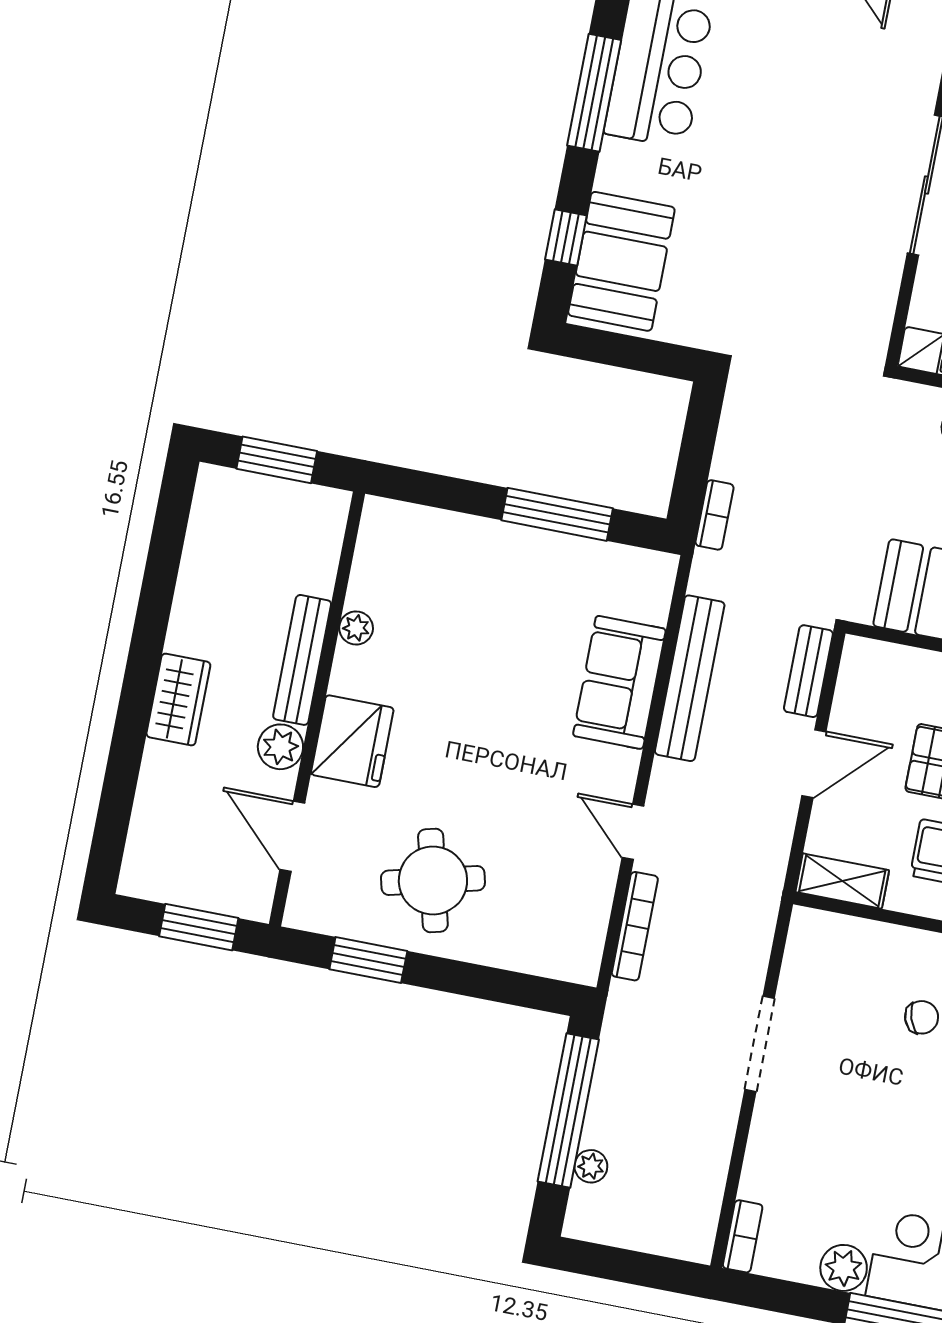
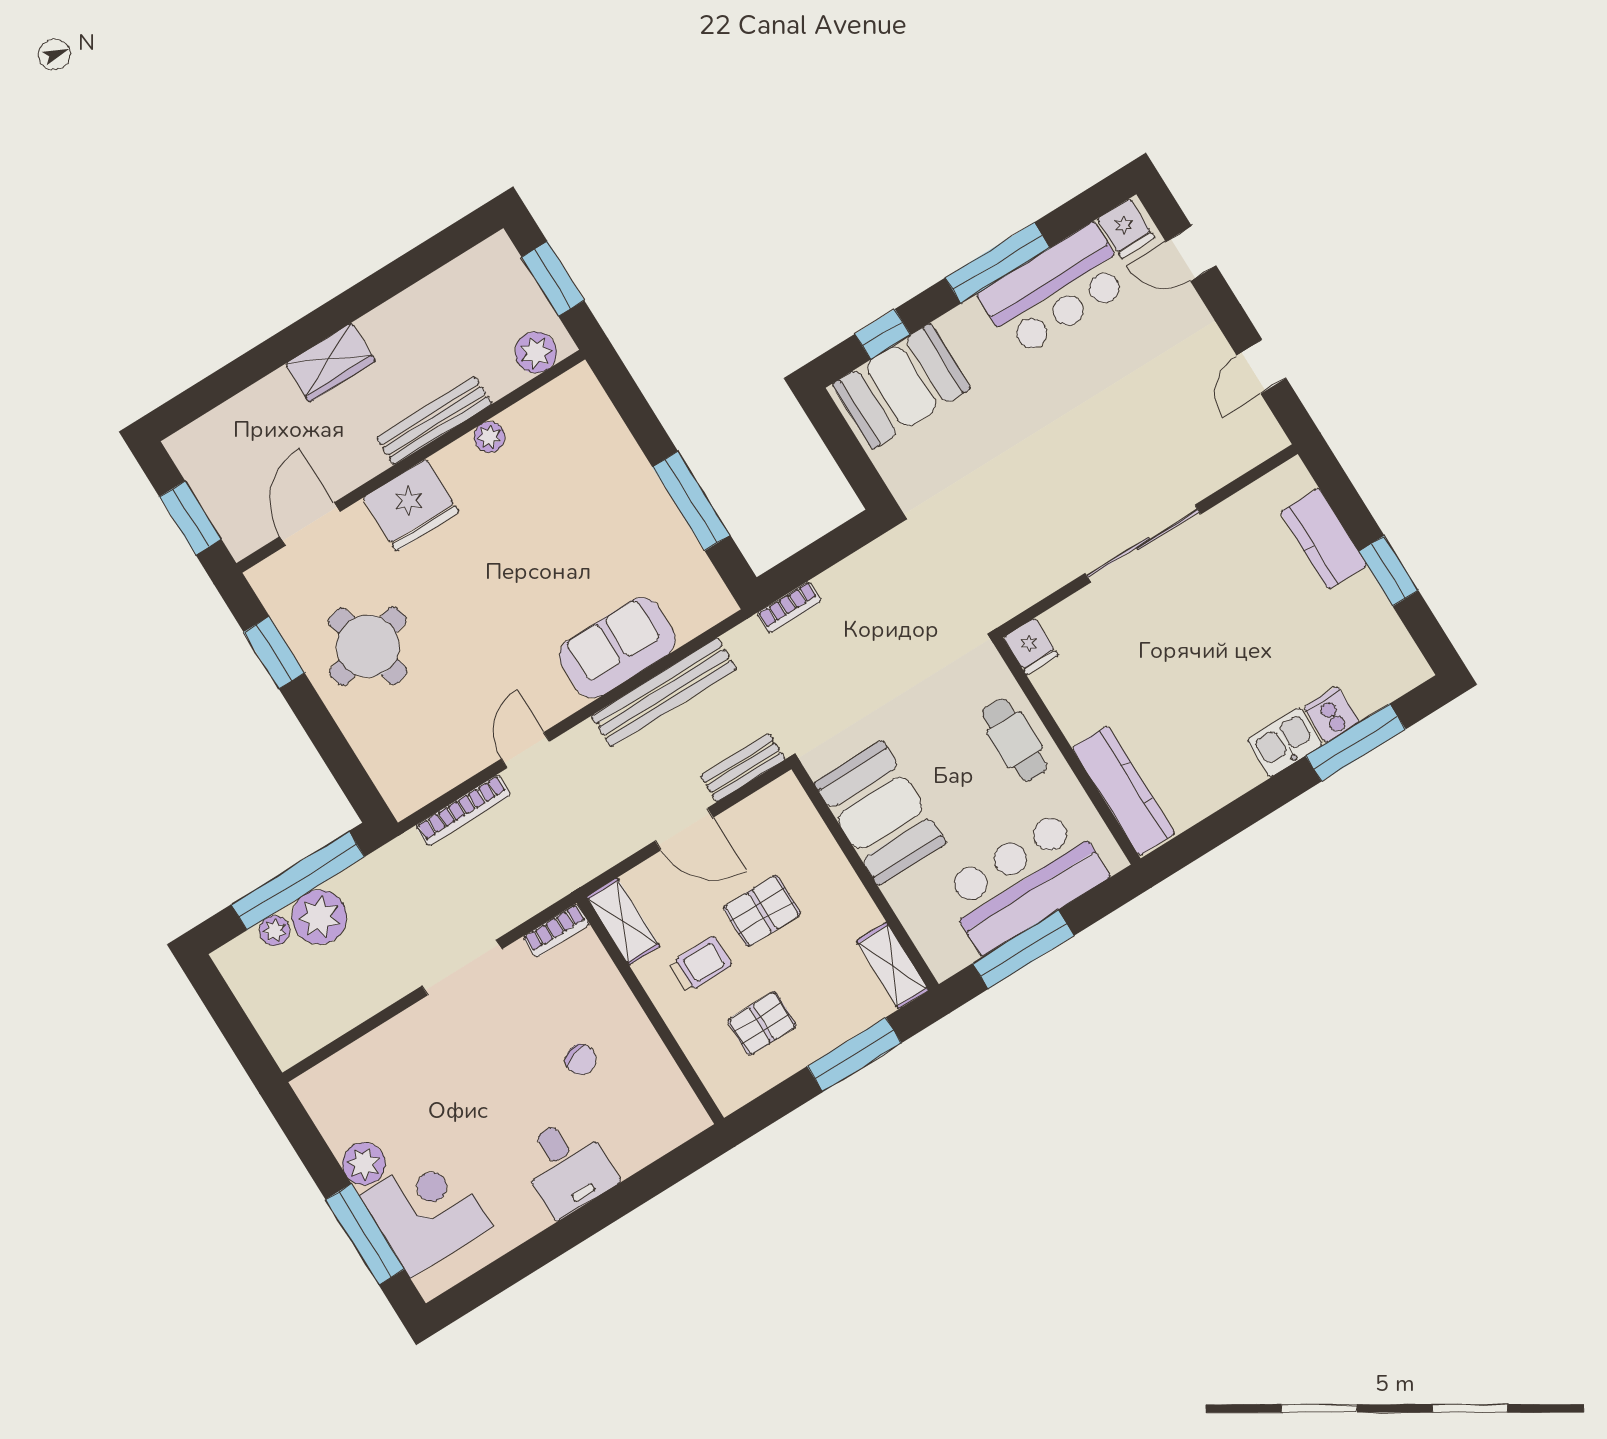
plant: (280, 747) -> (536, 352), moved
plant: (613, 1120) -> (319, 917), added
bookcase: (743, 1236) -> (556, 931), moved

